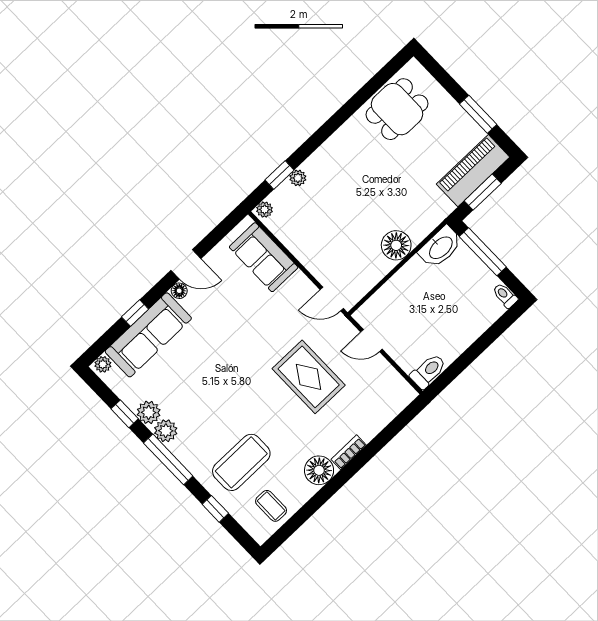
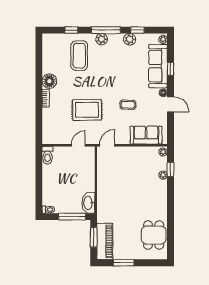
floor lamp: (396, 245) -> (104, 187), removed
door: (186, 264) -> (170, 104), swing flipped
plant: (166, 431) -> (102, 39), moved
coffee table: (271, 506) -> (128, 105), moved

